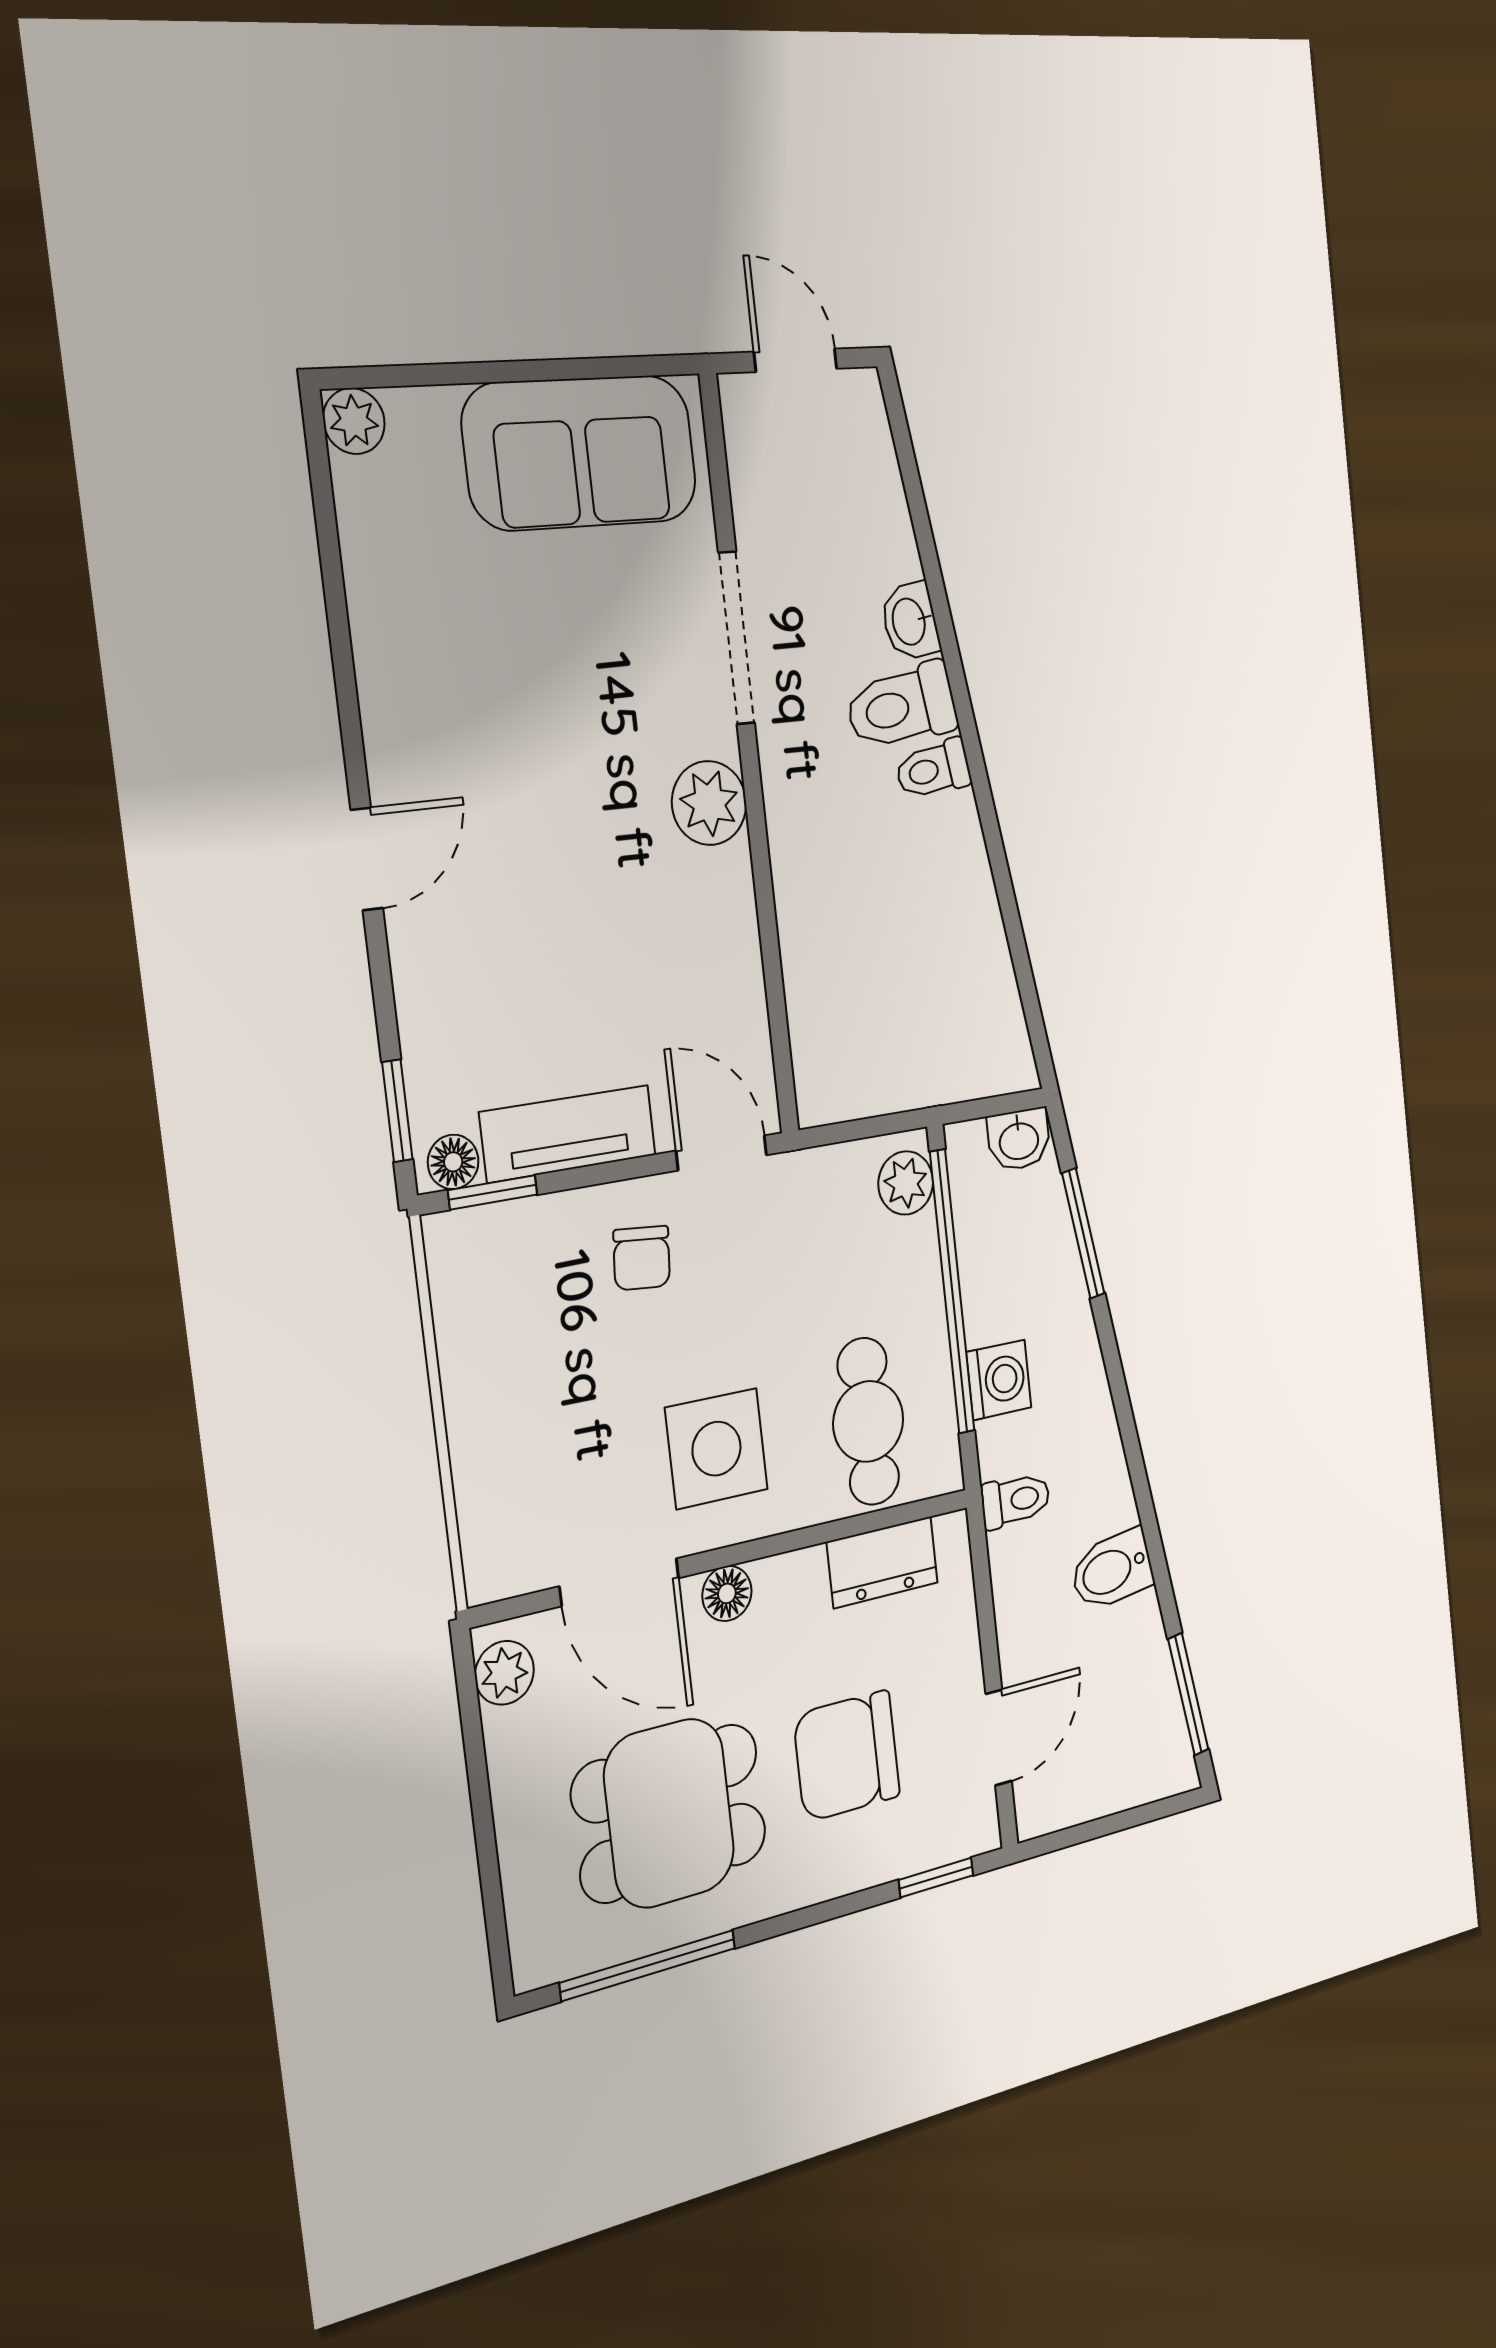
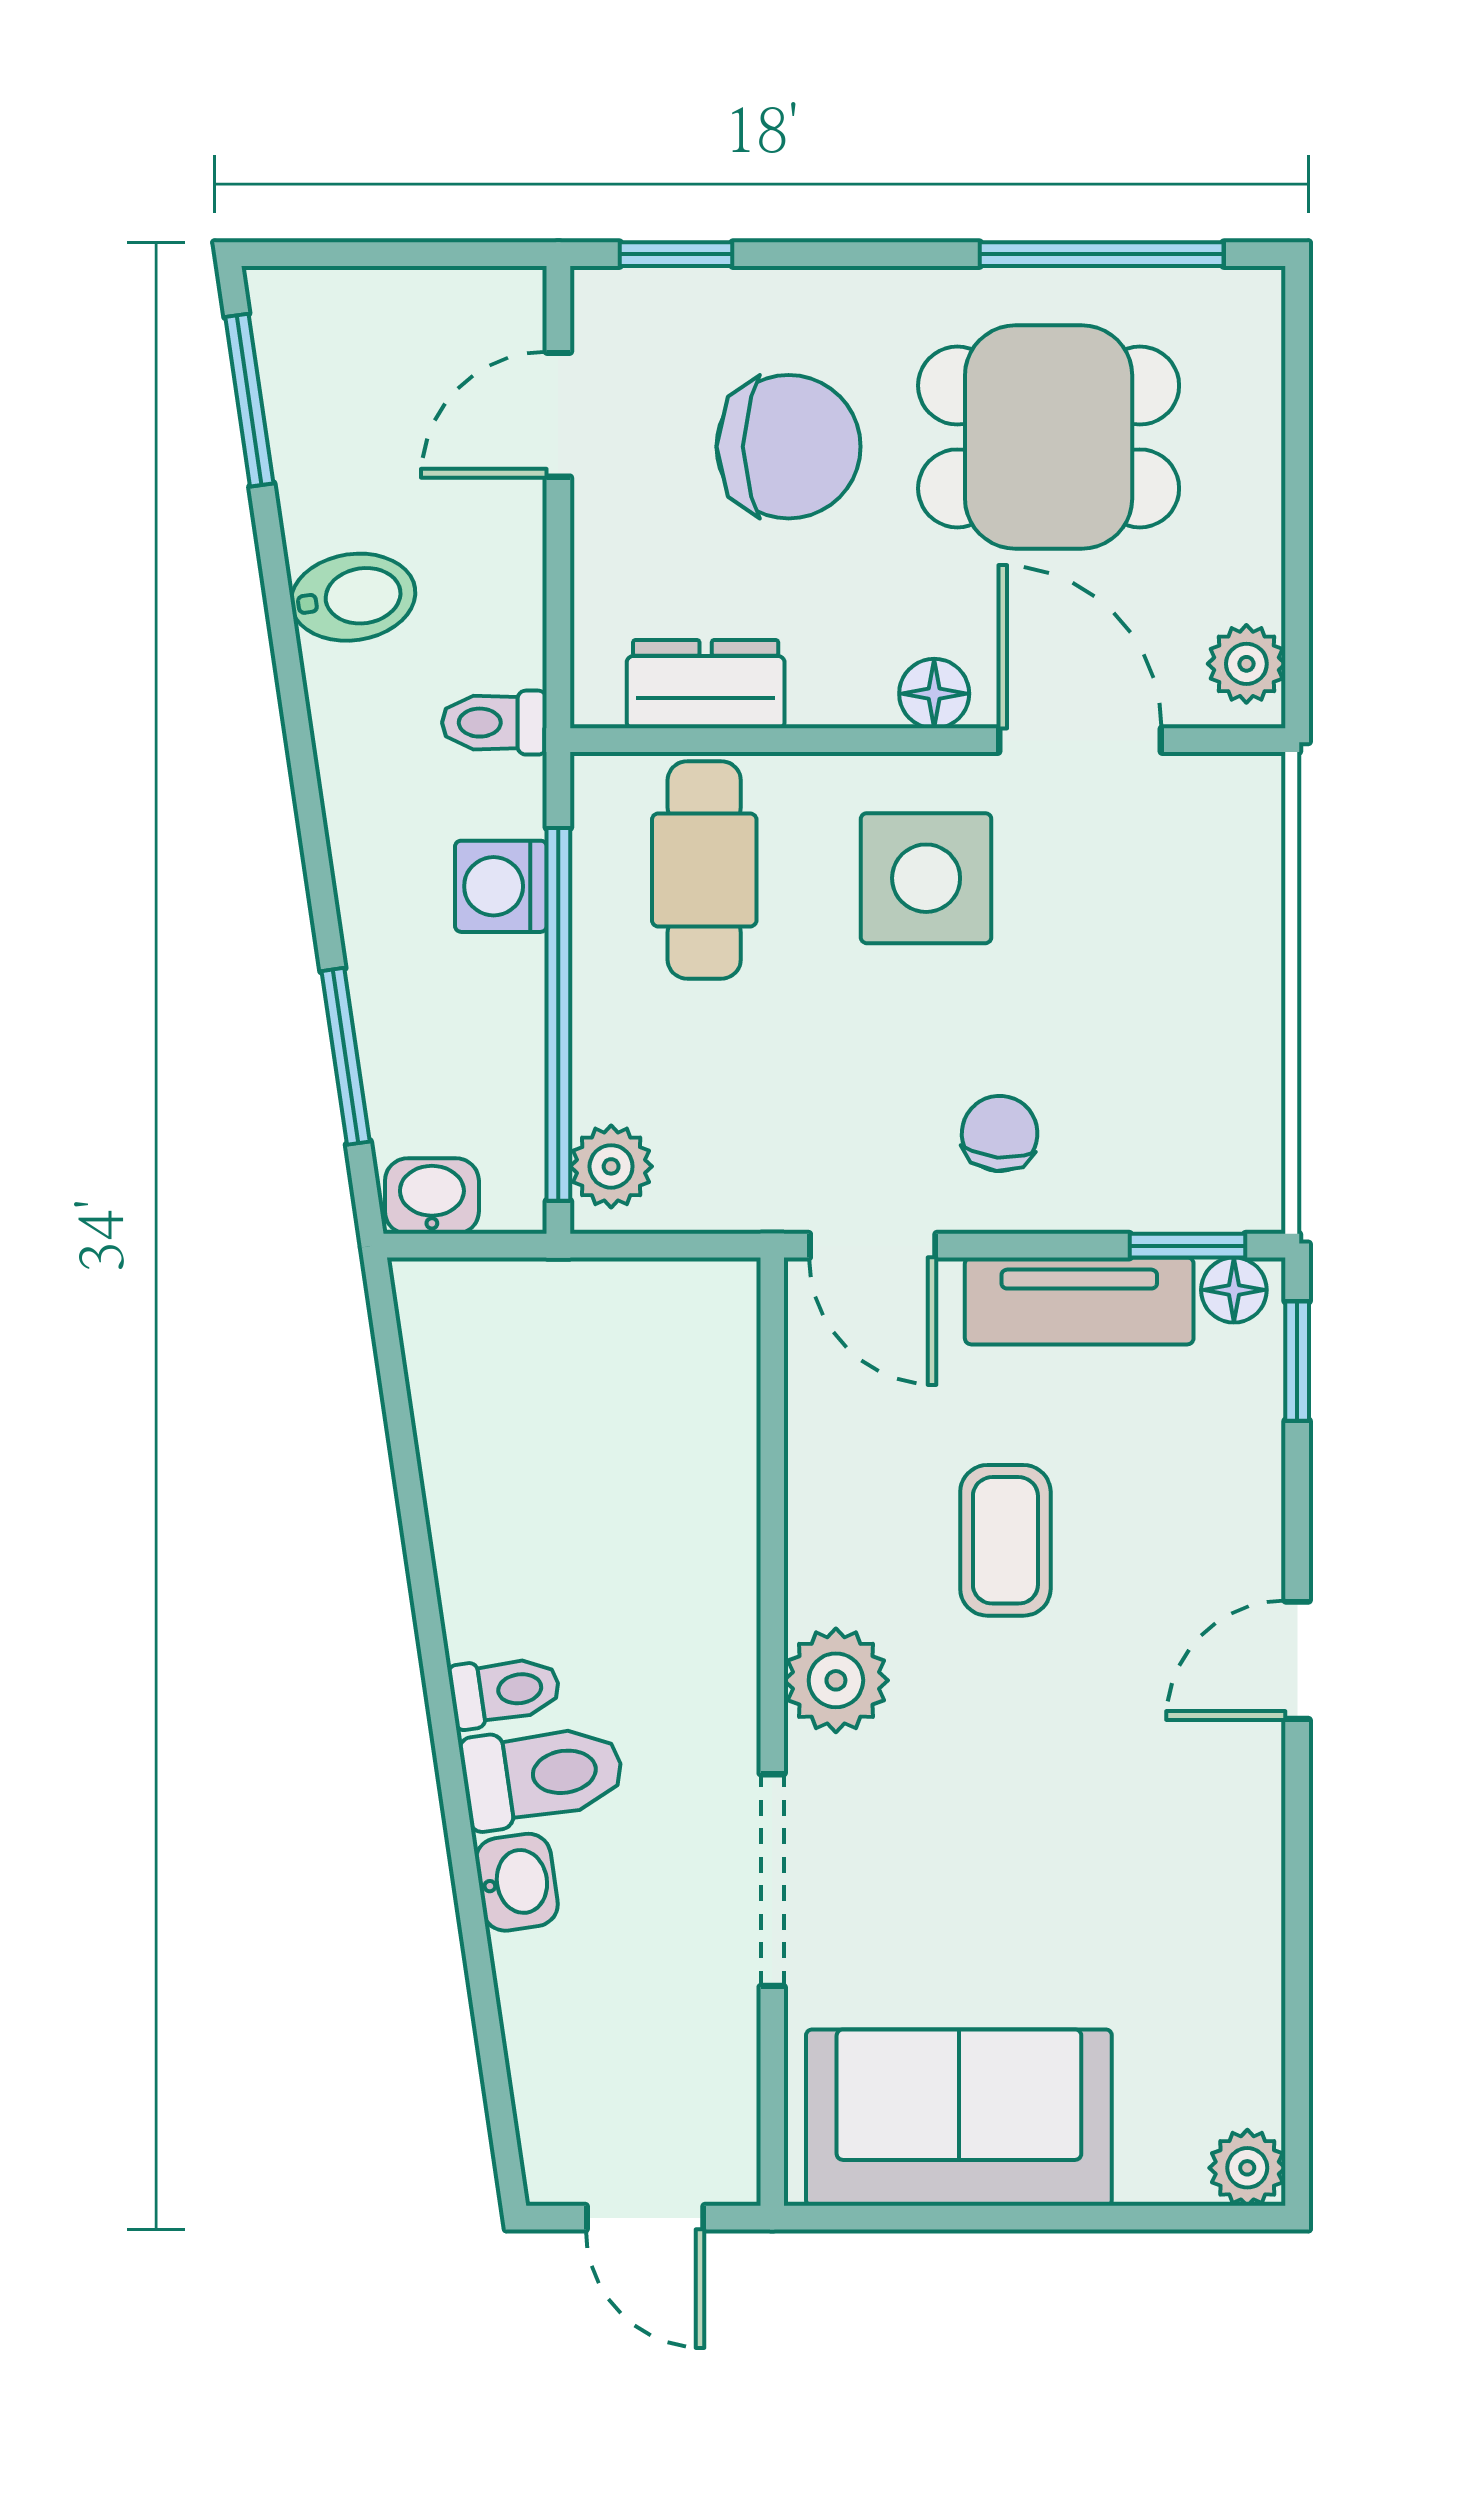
coffee table: (600, 931) -> (1005, 1540), added

